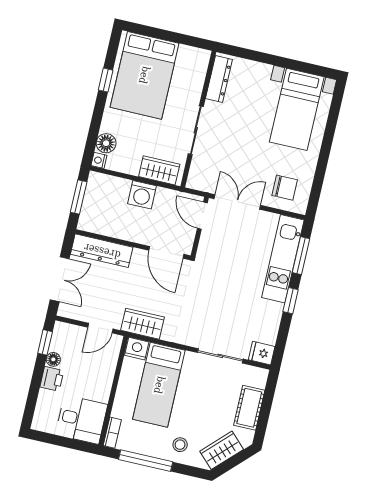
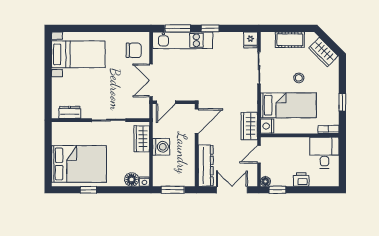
dresser: (219, 79) -> (70, 112), width x0.70
chair: (285, 188) -> (134, 50), turned 90
door: (100, 328) -> (259, 154), swing flipped
floor lamp: (53, 359) -> (265, 181), moved
stool: (180, 445) -> (299, 78), moved
window: (146, 461) -> (342, 102), width x0.46

